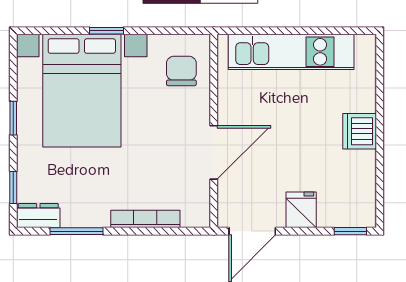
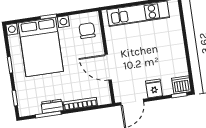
dishwasher: (360, 131) -> (181, 85), moved, turned 90
door: (214, 152) -> (108, 67), swing flipped
dresser: (38, 216) -> (52, 106), moved

